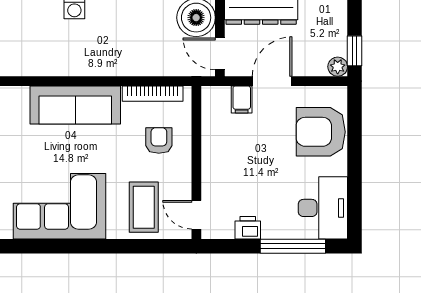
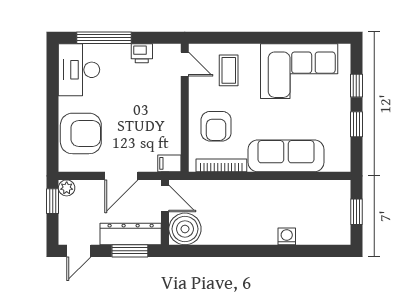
filing cabinet: (242, 99) -> (169, 163), moved, turned -90
armchair: (159, 140) -> (216, 126), width x1.38, depth x1.38
coffee table: (144, 207) -> (229, 70), width x0.73, depth x0.77

